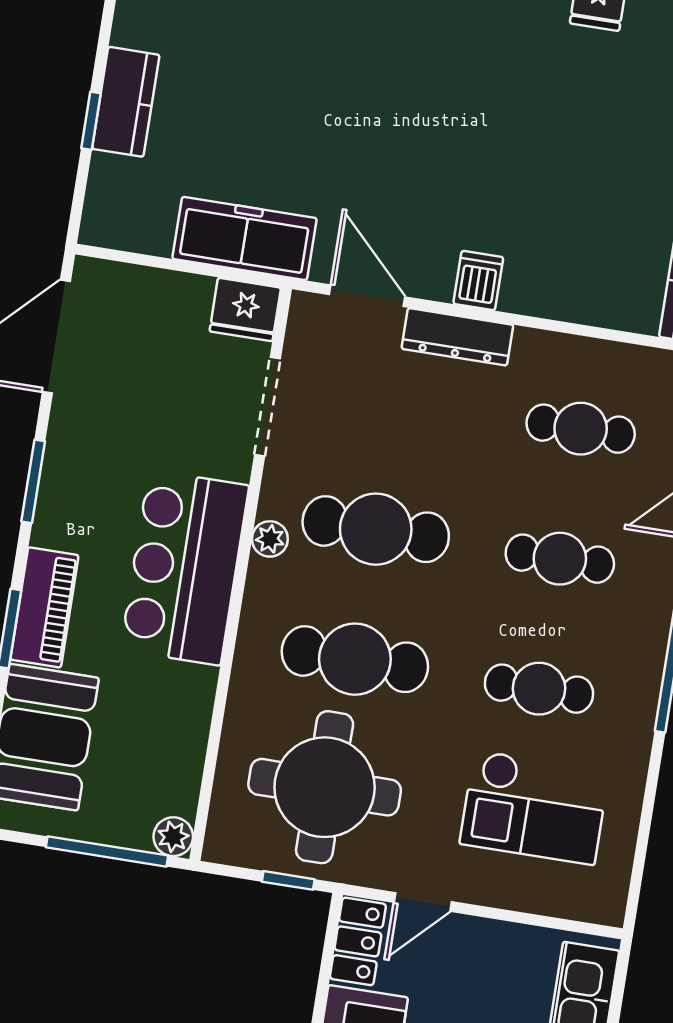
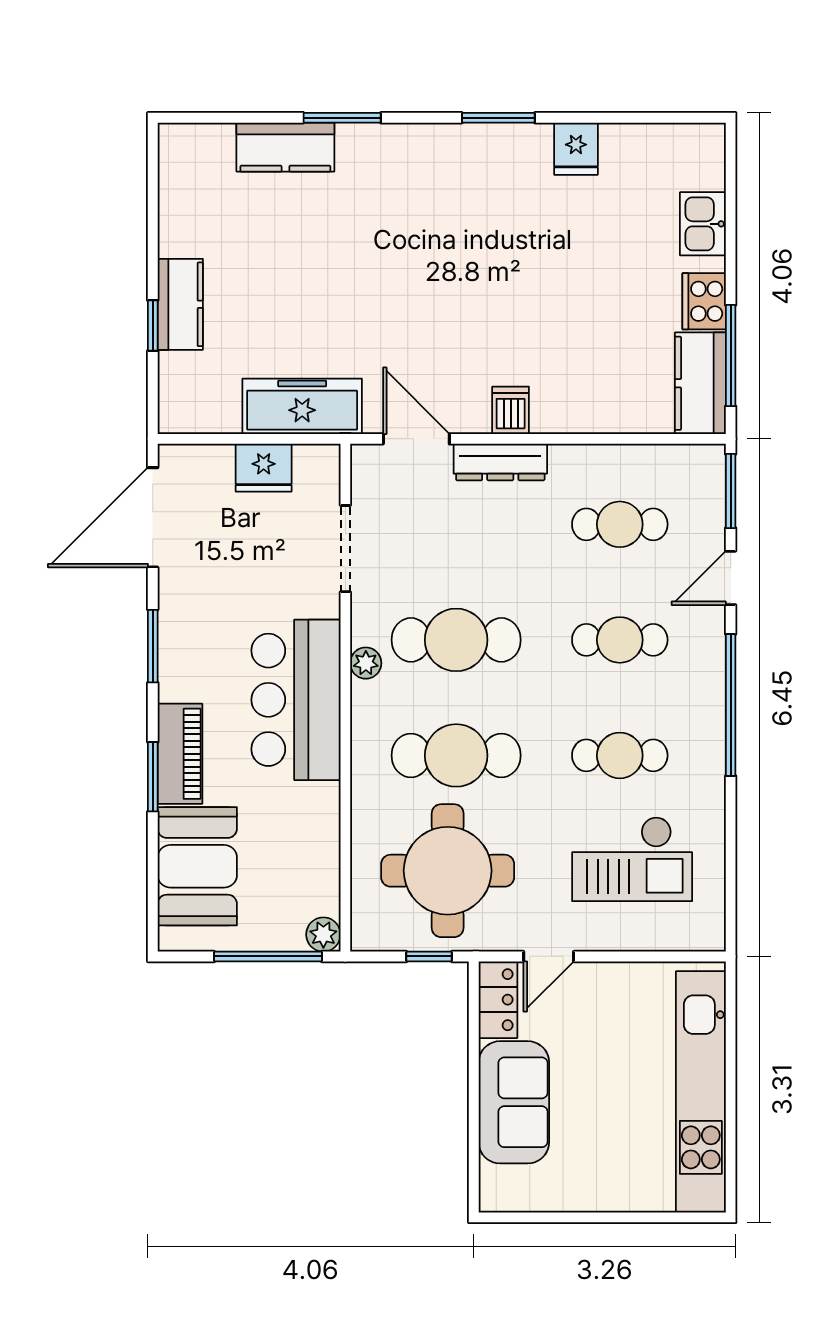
fridge: (245, 309) -> (264, 468), moved

